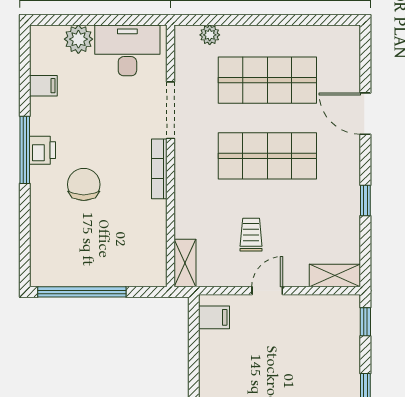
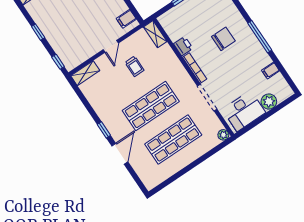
plant: (210, 35) -> (223, 135), moved
door: (365, 114) -> (120, 154), hinge flipped
printer: (43, 150) -> (183, 46), moved, turned 180
chair: (84, 184) -> (223, 39), turned -90
window: (365, 201) -> (104, 130), moved

